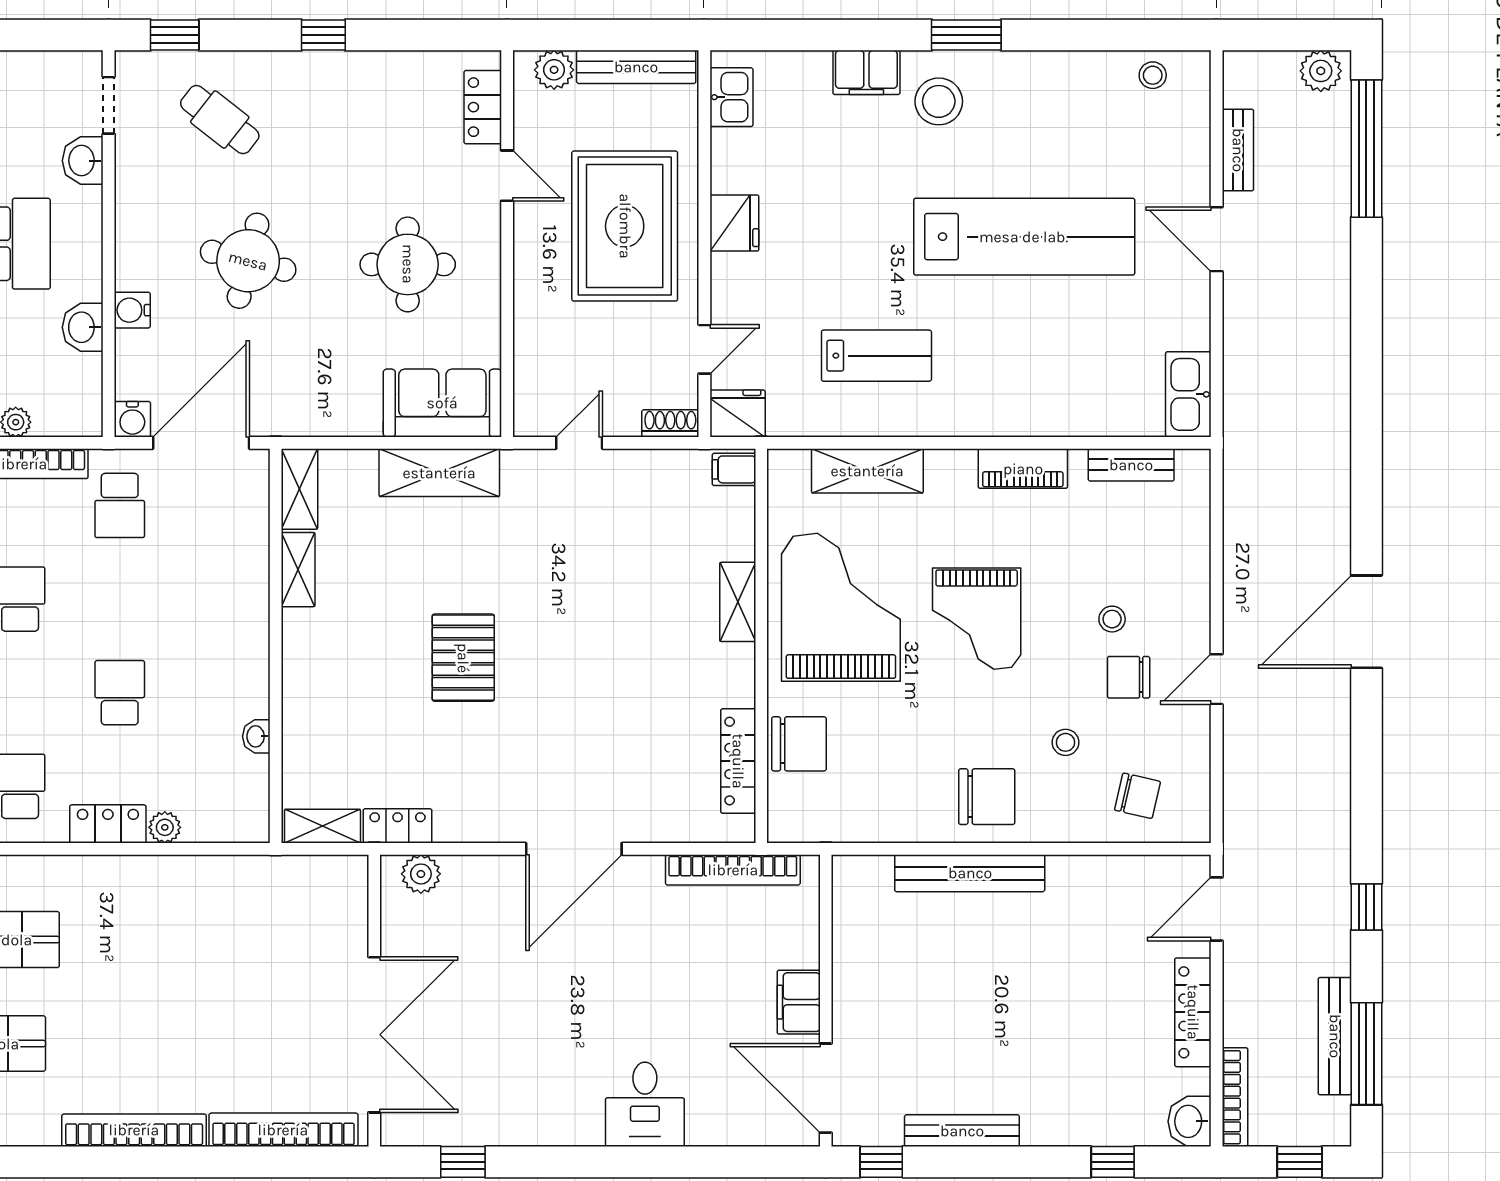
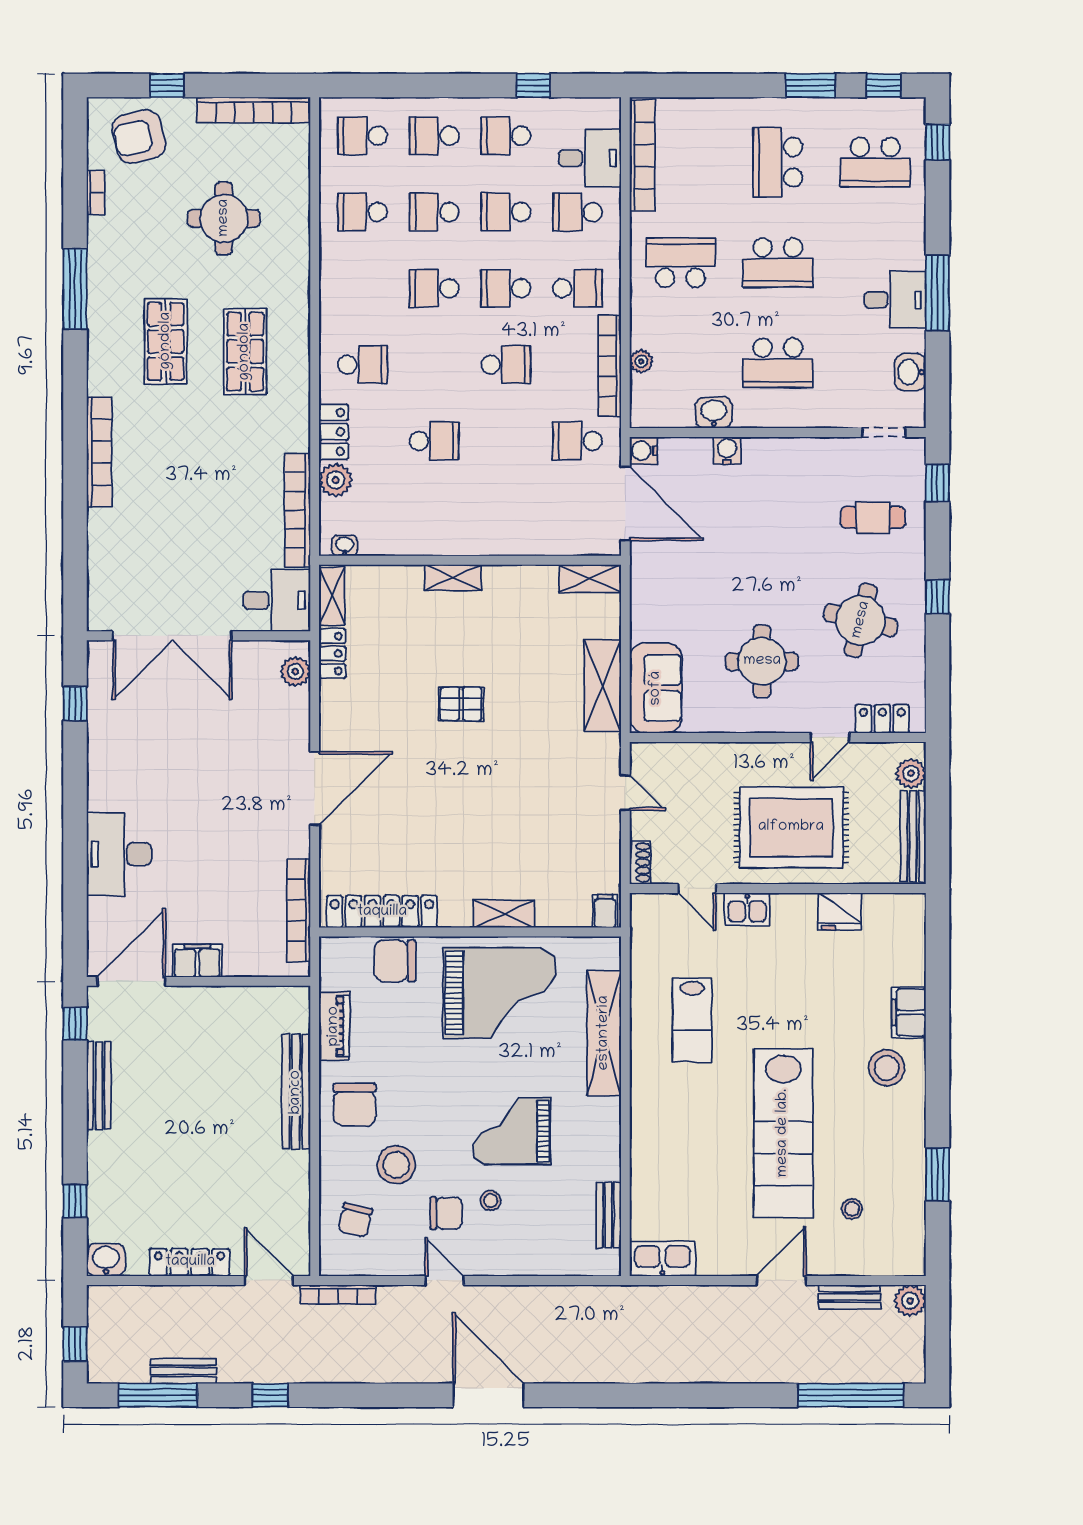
window: (966, 35) -> (938, 1174), moved
plant: (1321, 71) -> (910, 1301), moved
stool: (1153, 75) -> (852, 1209), moved
kitchen sink: (731, 97) -> (747, 909), moved
cafe table: (220, 120) -> (873, 518), turned 52
washbasin: (83, 161) -> (910, 372), moved, turned -90
fridge: (734, 223) -> (840, 911), moved
round table: (248, 261) -> (861, 620), moved
fridge: (738, 414) -> (648, 914), removed
piano: (1023, 469) -> (334, 1026), moved, turned 180
shelving: (867, 471) -> (604, 1033), width x1.47
shelving: (298, 570) -> (453, 577), moved
grand piano: (977, 619) -> (512, 1131), moved
pallet: (463, 658) -> (461, 704), width x0.67, depth x0.71
chair: (1129, 677) -> (446, 1213), turned 90
washbasin: (256, 736) -> (345, 546), moved
stool: (1065, 742) -> (396, 1165), width x1.89, depth x1.89
chair: (799, 744) -> (395, 961), turned 90
locker: (738, 761) -> (382, 912), width x1.41, depth x1.21
plant: (165, 827) -> (336, 480), width x1.38, depth x1.38
door: (574, 849) -> (315, 789), swing flipped
desk: (328, 898) -> (277, 600), added
bench: (1335, 1036) -> (183, 1371), width x0.73
bookcase: (1235, 1097) -> (338, 1295), moved
desk: (645, 1104) -> (119, 854), width x1.37
bookcase: (283, 1130) -> (297, 510), moved, turned 180

